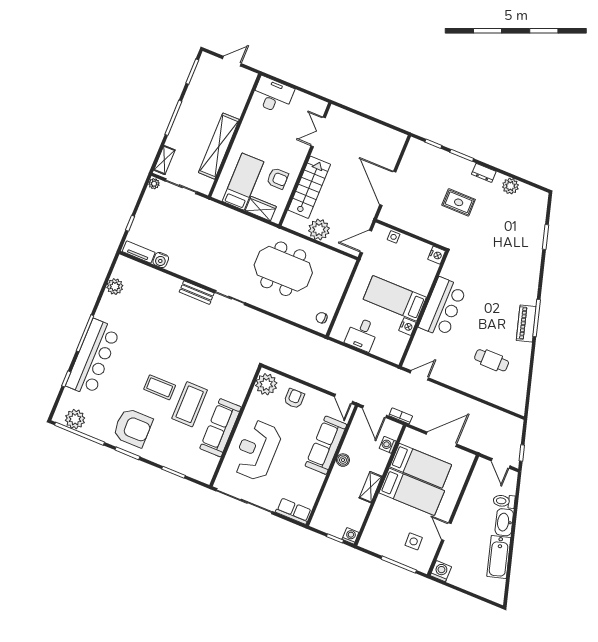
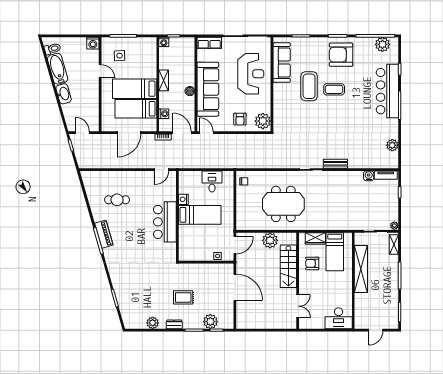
plant: (437, 158) -> (210, 322), added
nightstand: (437, 255) -> (183, 256), removed
sofa: (221, 428) -> (282, 63), moved
sofa: (326, 445) -> (208, 89), width x1.36, depth x1.27
toilet: (504, 501) -> (52, 49), moved

